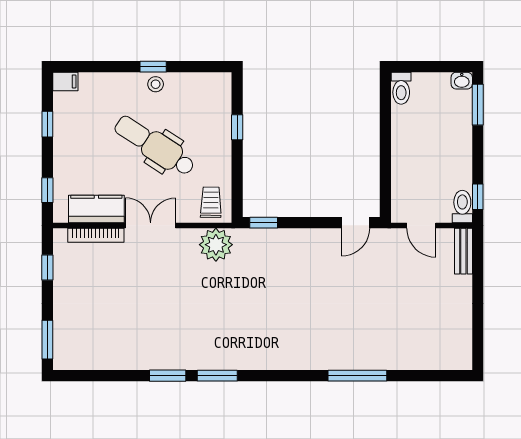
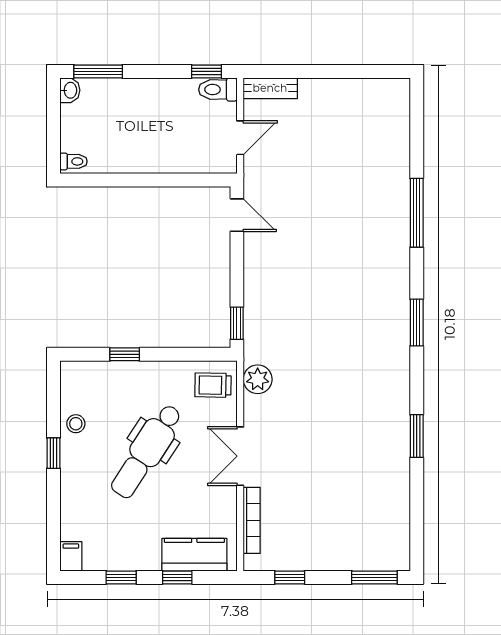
stool: (156, 84) -> (76, 424), moved
toilet: (401, 88) -> (74, 161), width x0.73, depth x0.72
window: (47, 190) -> (177, 577), moved
kitchen counter: (96, 209) -> (194, 555), moved, turned 90
plant: (216, 245) -> (258, 379), width x0.73, depth x0.73
window: (217, 376) -> (417, 323), moved

